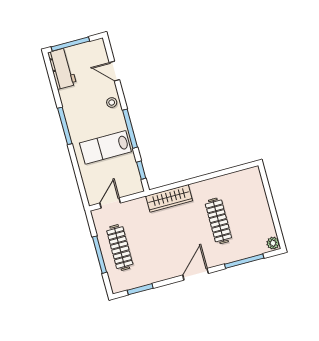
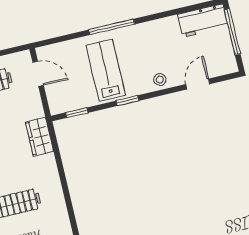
window: (65, 126) -> (112, 27), moved
window: (130, 129) -> (127, 101), width x0.46
wardrobe: (169, 198) -> (40, 137), width x0.67

